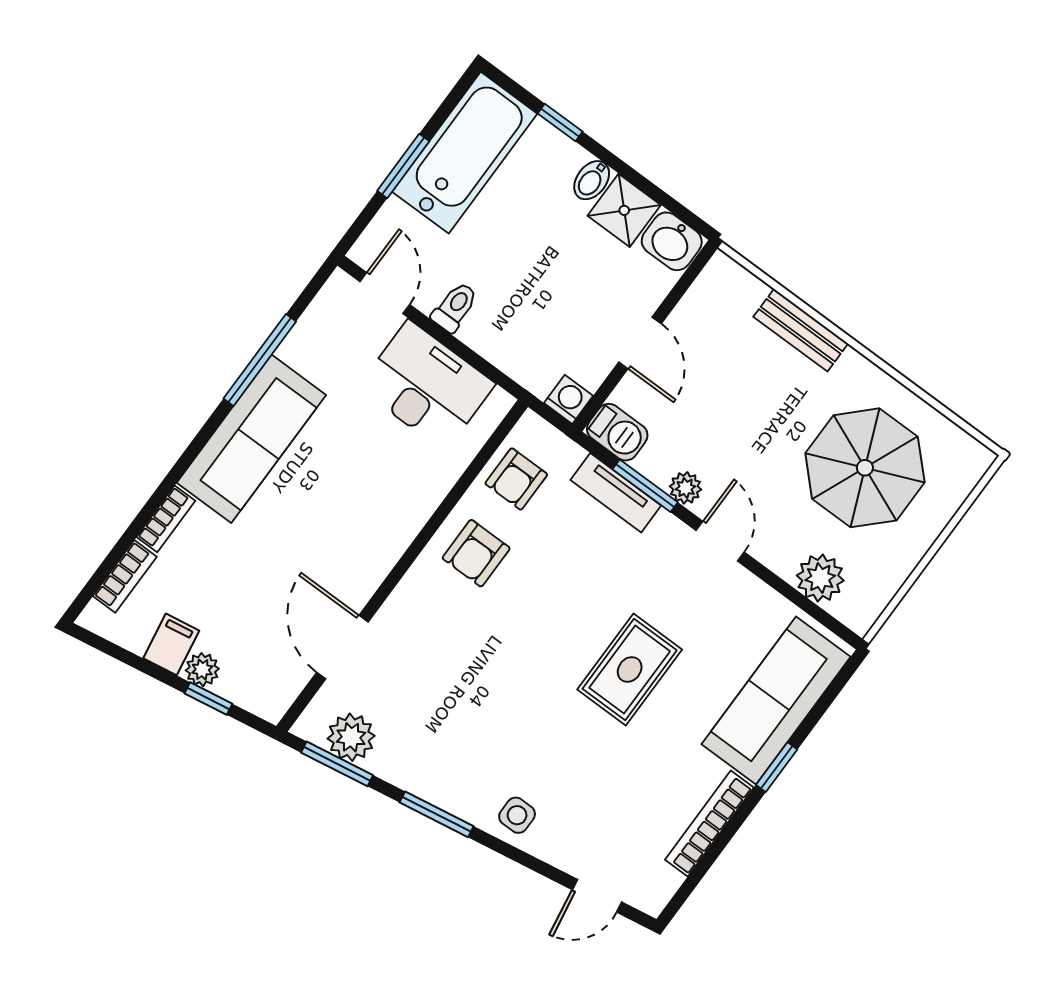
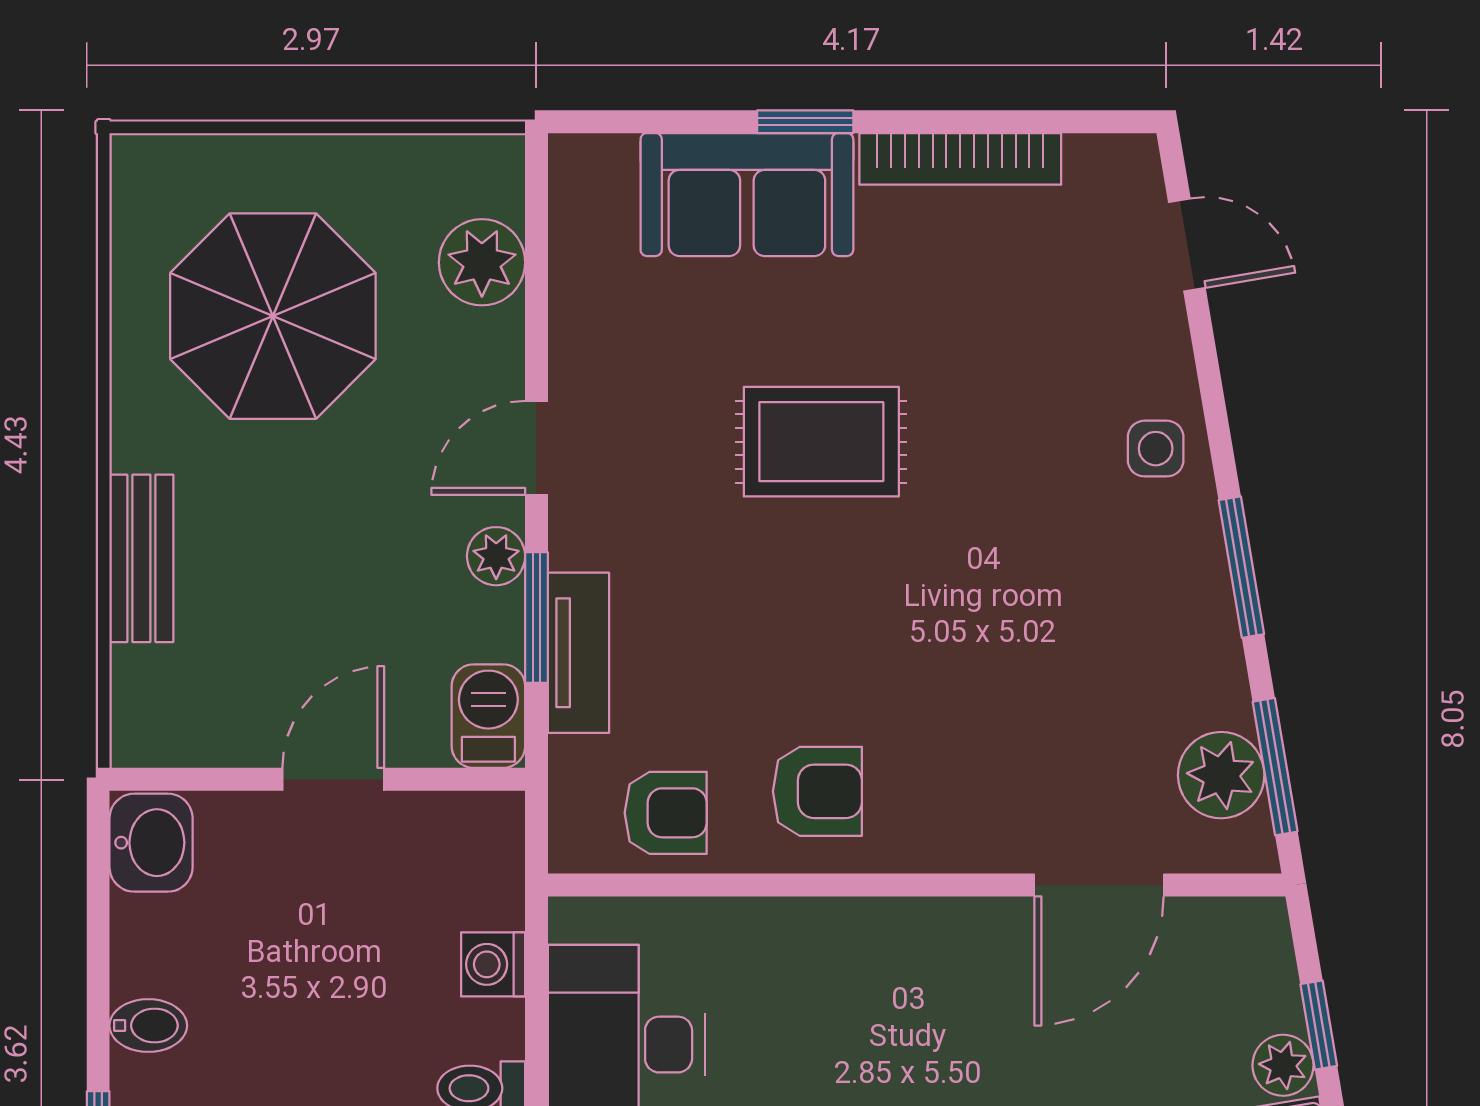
shower: (624, 210) -> (157, 945), removed
washing machine: (569, 399) -> (493, 964), moved
sofa: (776, 700) -> (747, 195), width x0.73

